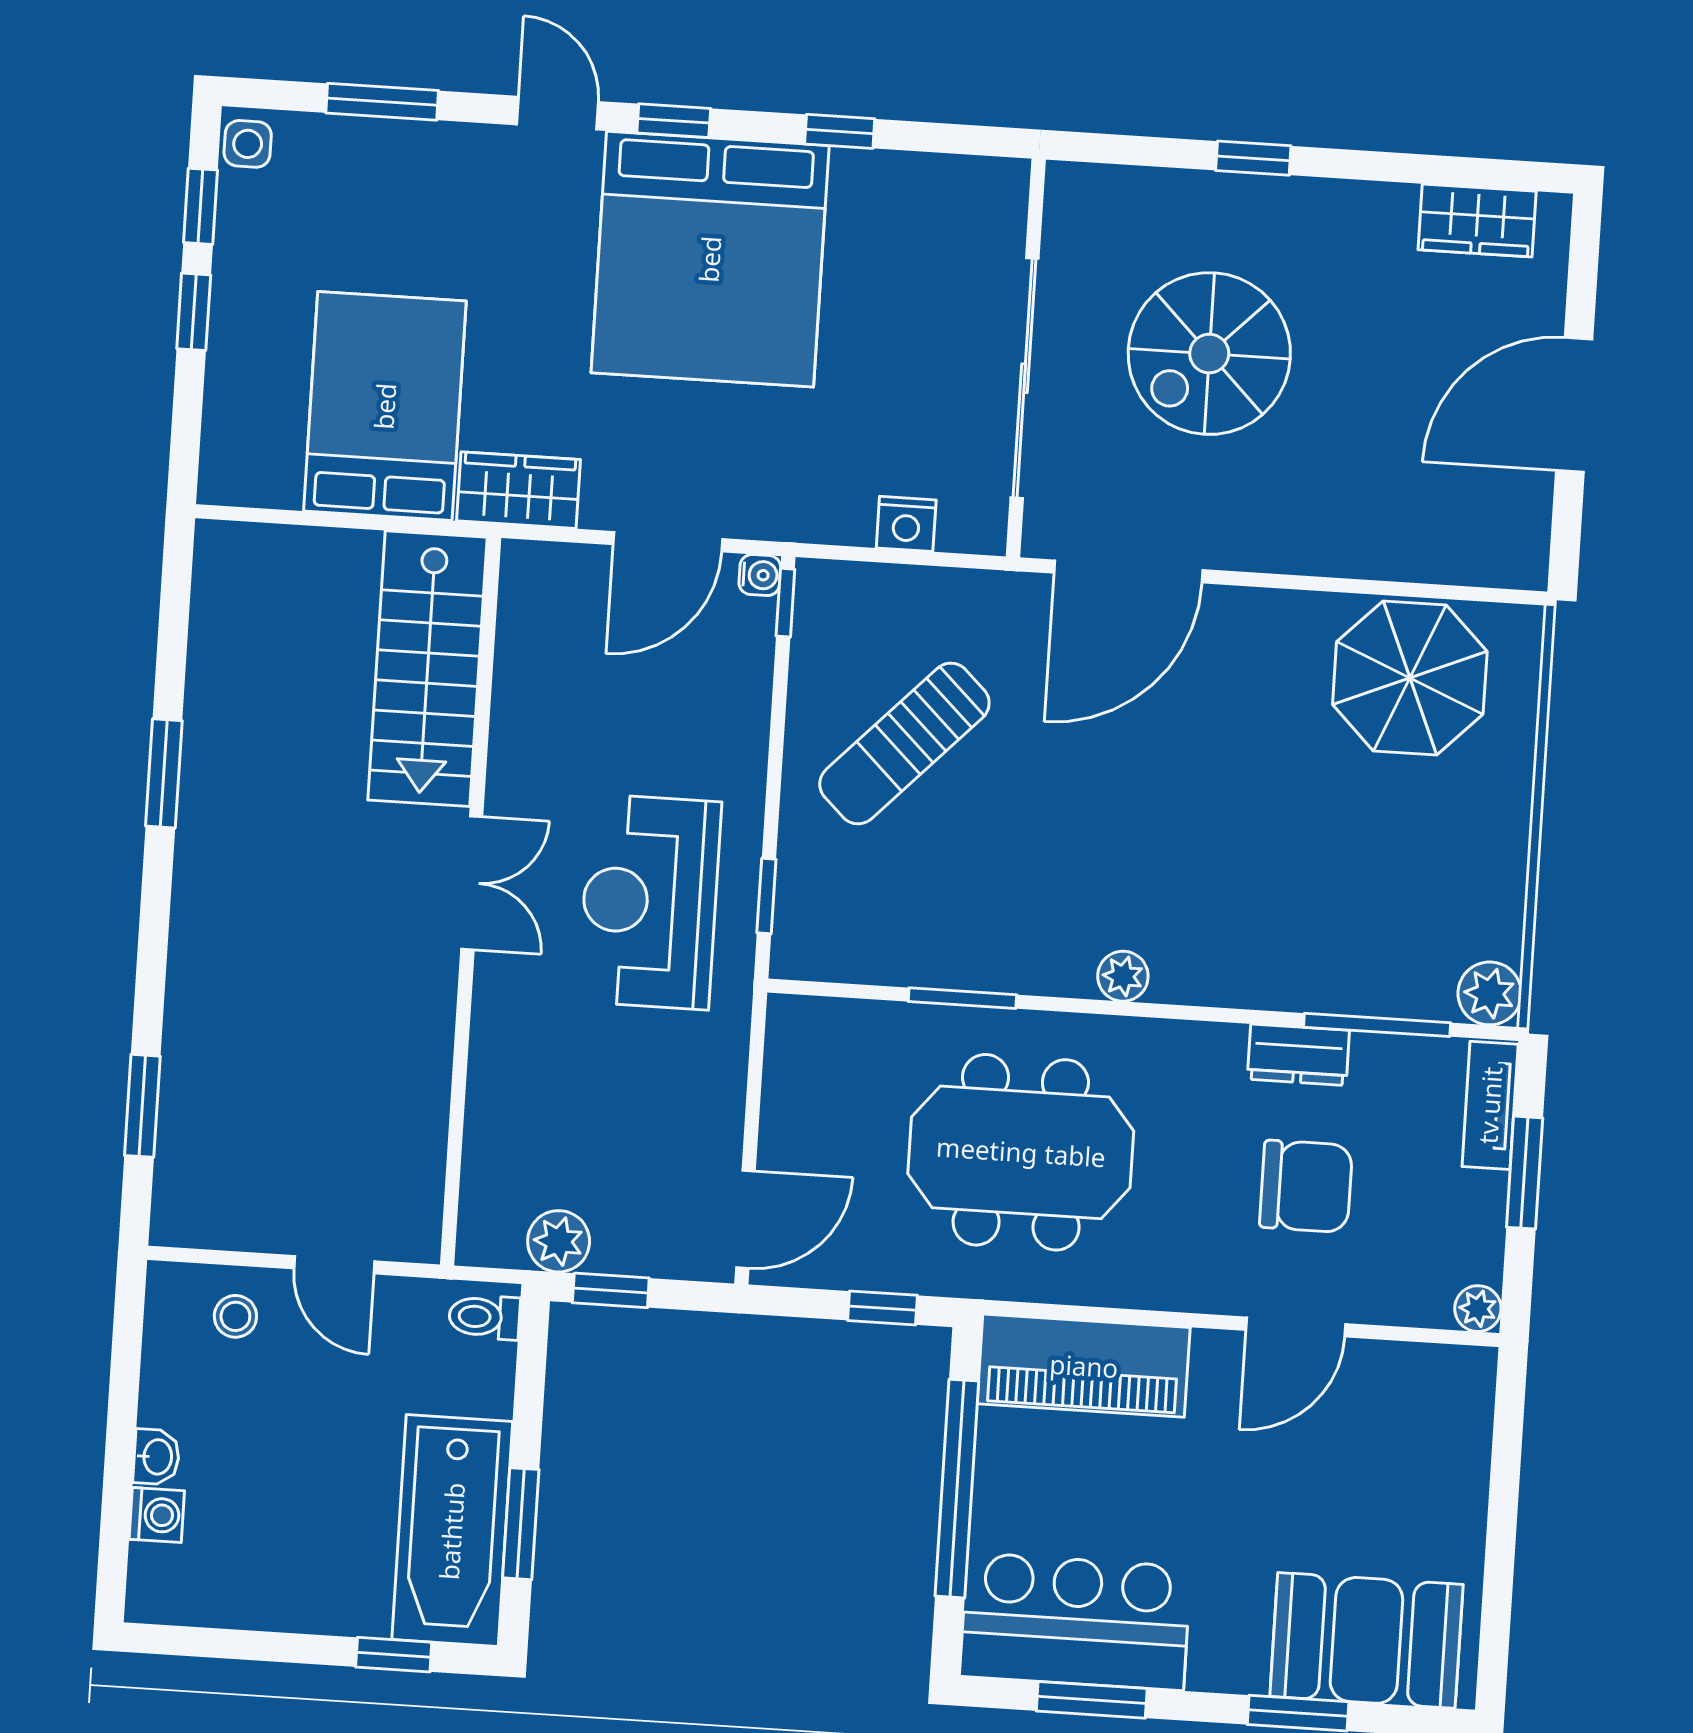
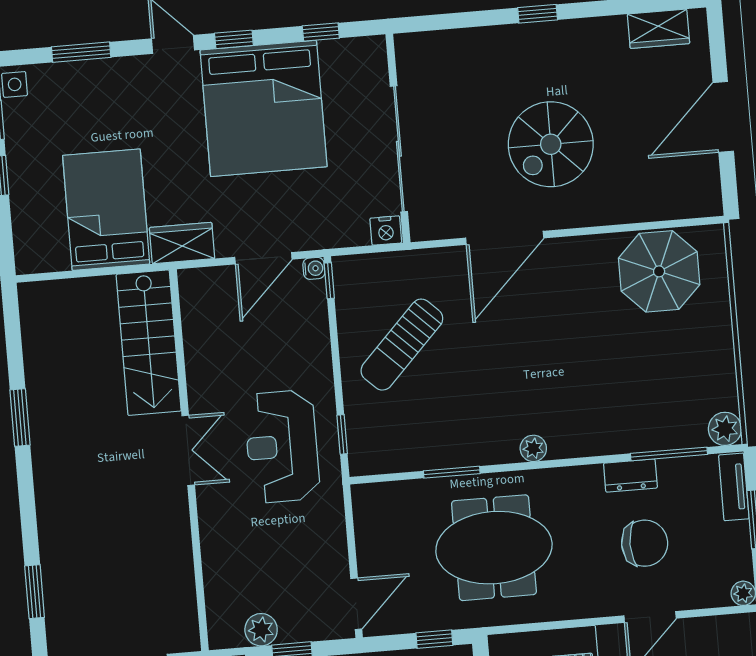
spiral stairs: (1209, 354) -> (551, 144), moved
wall: (1026, 358) -> (398, 138), moved
sliding door: (1025, 378) -> (399, 149), moved

